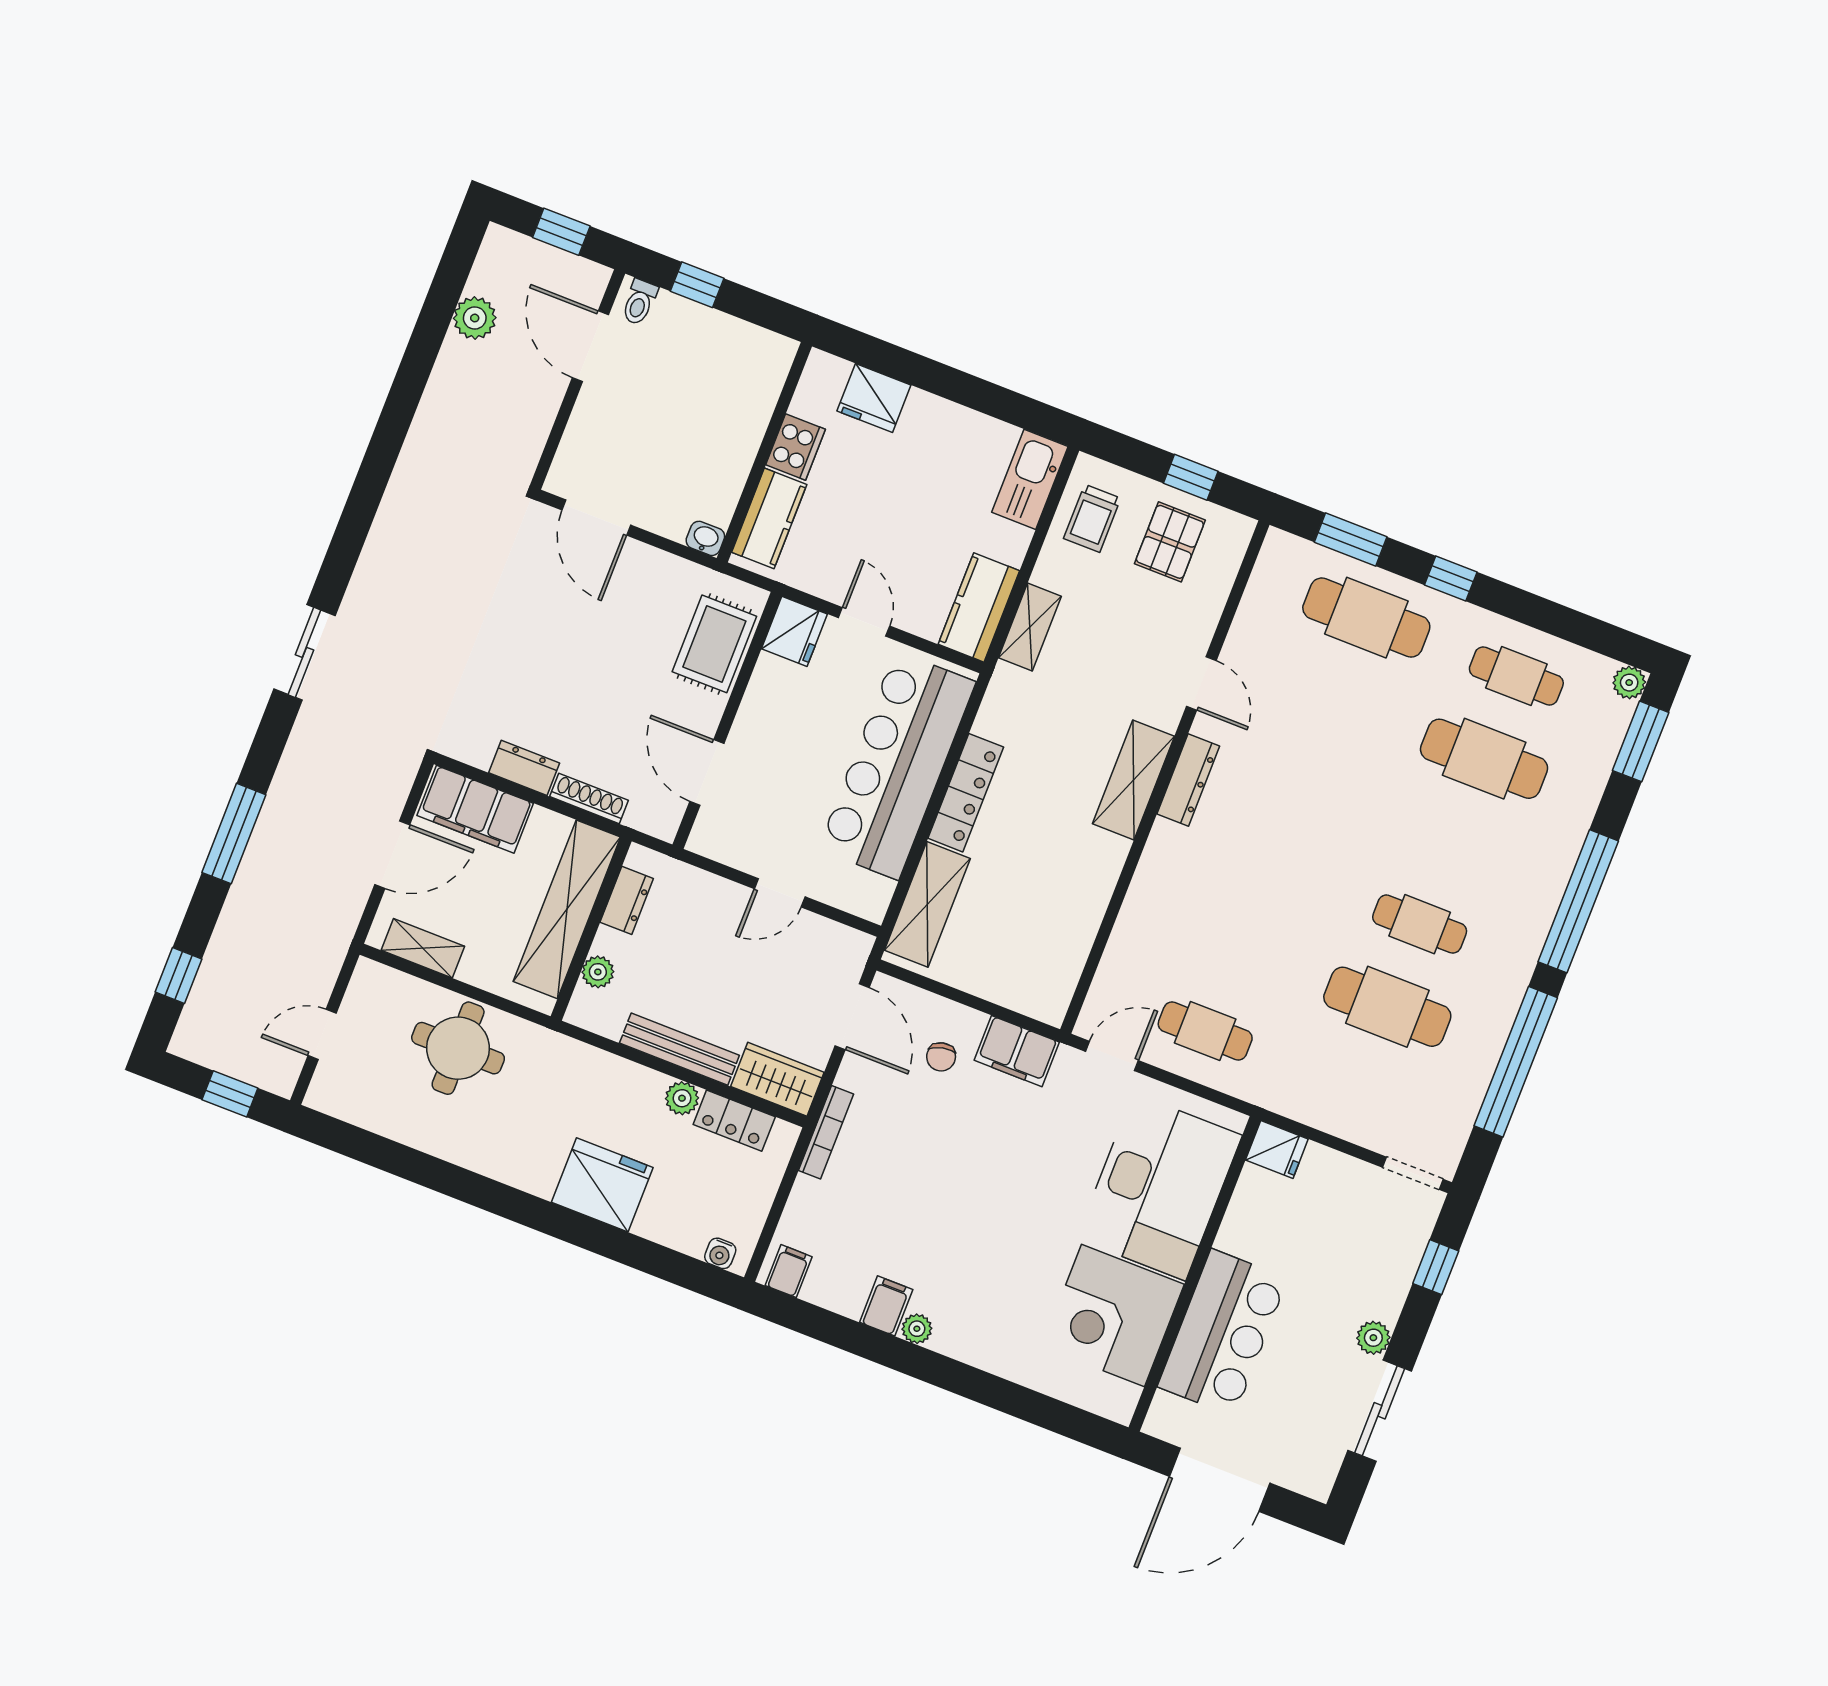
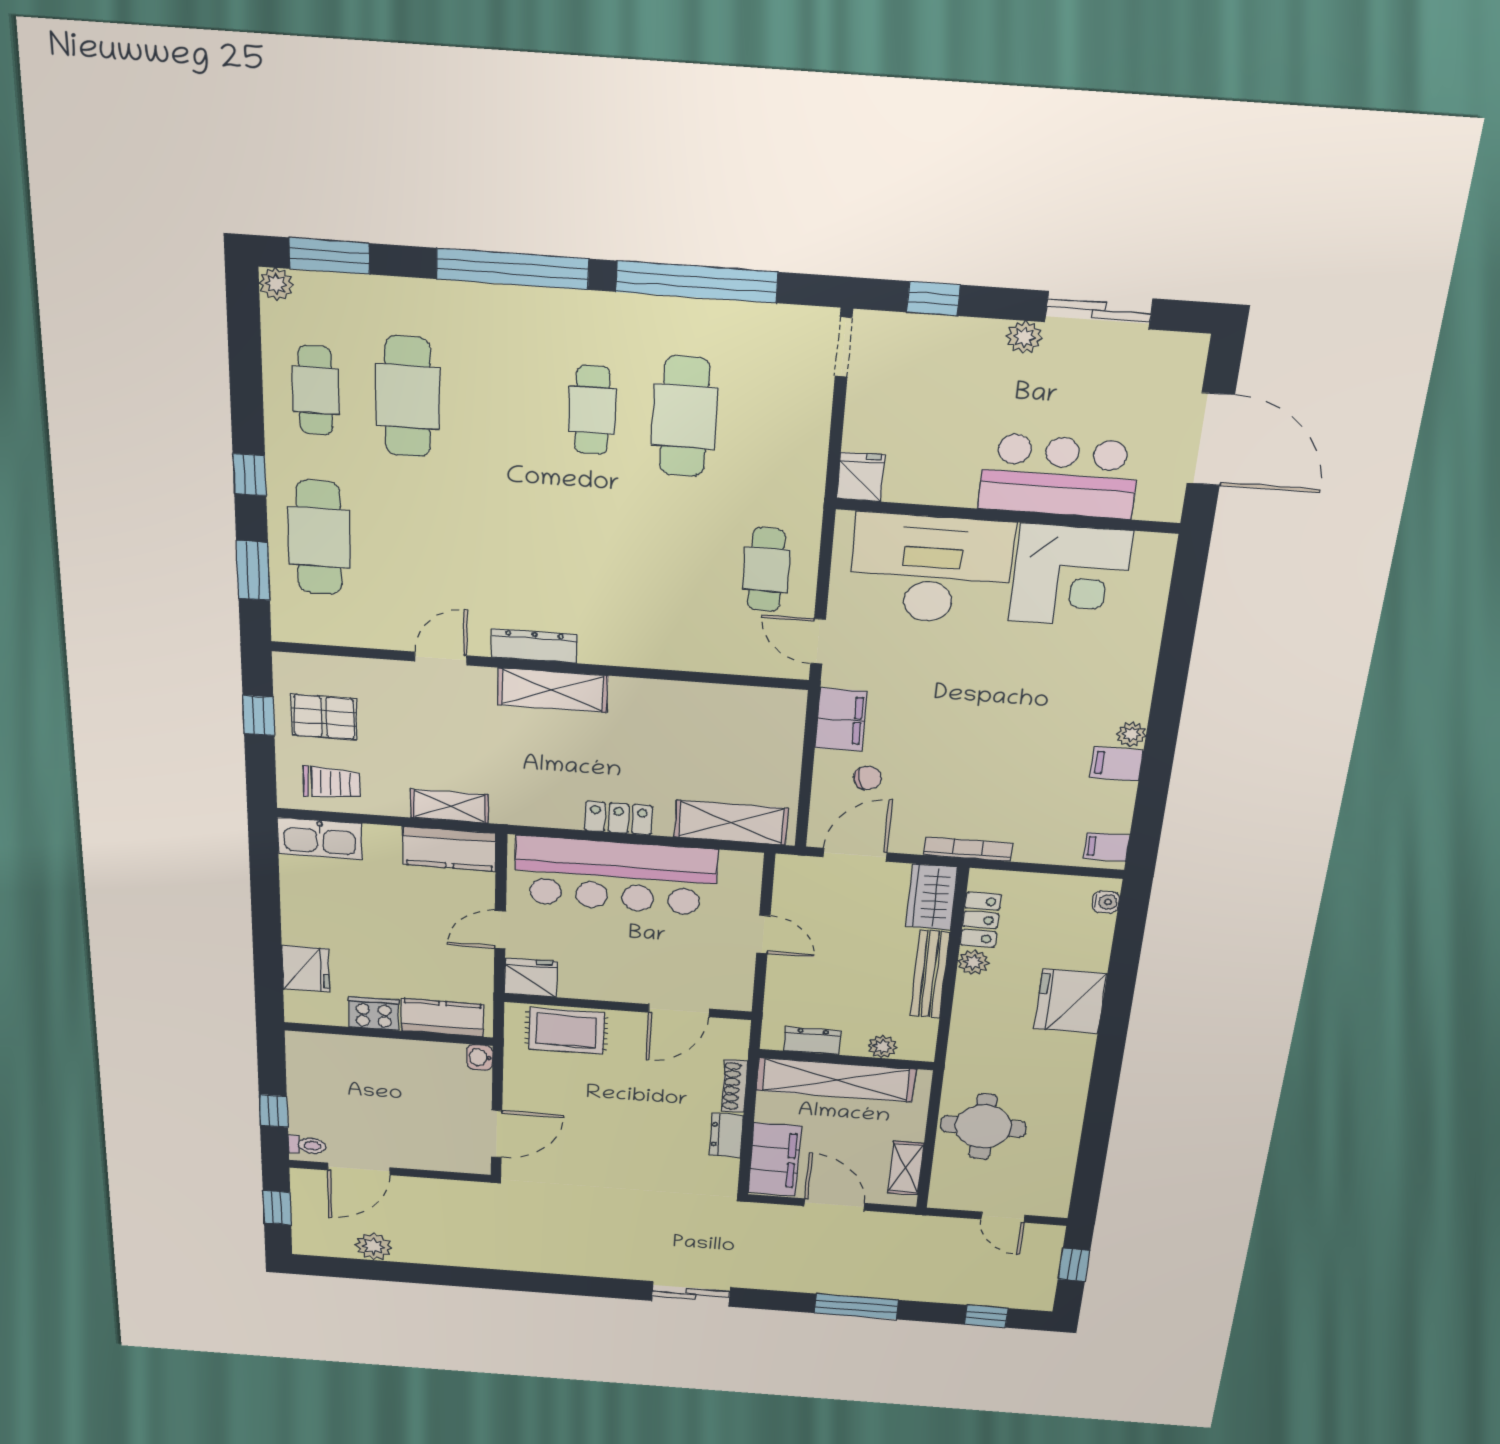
locker: (966, 793) -> (619, 818), width x0.66

